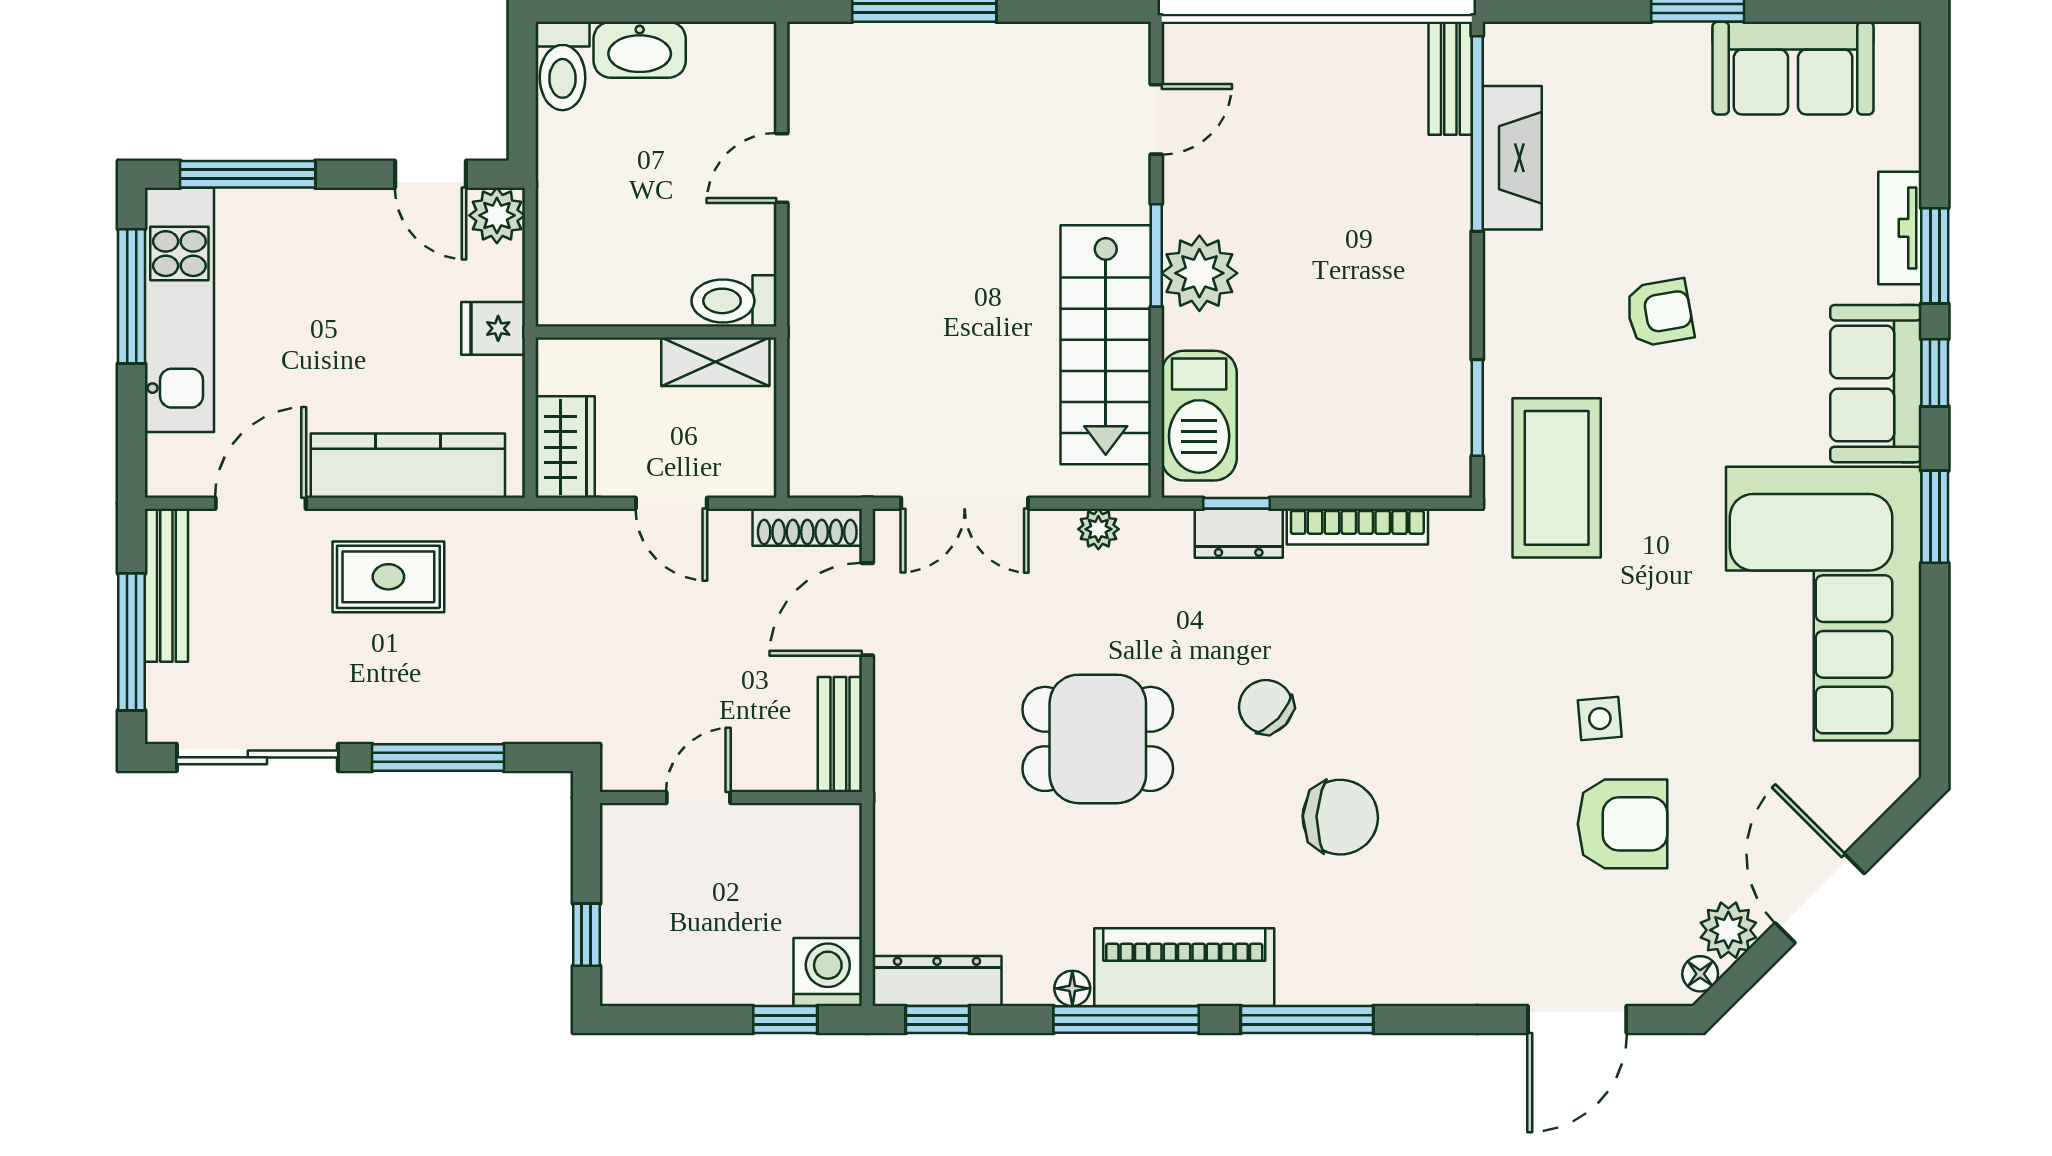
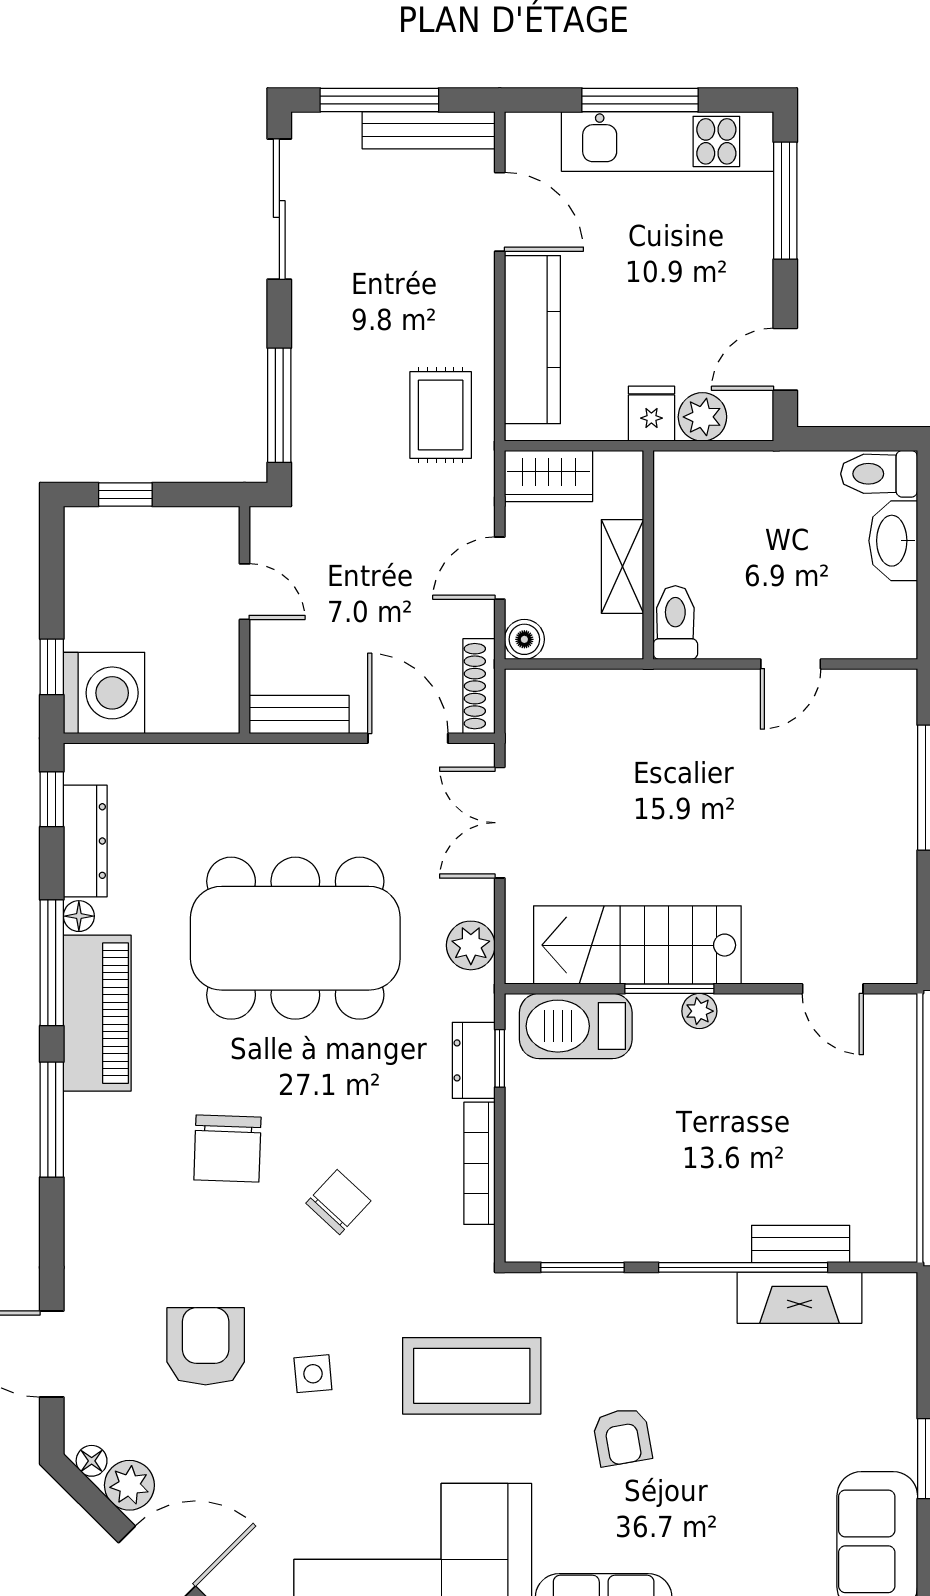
bench: (1450, 78) -> (801, 1244), moved
window: (1477, 134) -> (743, 1267), moved
door: (782, 168) -> (791, 664), swing flipped
plant: (497, 215) -> (702, 417), moved
window: (1156, 255) -> (669, 989), moved
plant: (1199, 273) -> (699, 1011), width x0.53, depth x0.53
window: (132, 296) -> (640, 100), moved
armchair: (1660, 313) -> (622, 1437), moved
shelving: (715, 362) -> (623, 566), moved
boiler: (753, 475) -> (524, 639), added
coffee table: (1557, 478) -> (472, 1376), moved
plant: (1098, 529) -> (471, 945), width x1.38, depth x1.38
rug: (388, 577) -> (441, 415), moved
chair: (1266, 707) -> (338, 1202), moved
dining table: (1098, 739) -> (295, 938), width x1.88, depth x1.24
window: (438, 757) -> (279, 405), moved
armchair: (1623, 824) -> (206, 1346), moved, turned 180
washing machine: (828, 972) -> (104, 693), width x1.37, depth x1.37
dresser: (937, 981) -> (85, 841), moved

